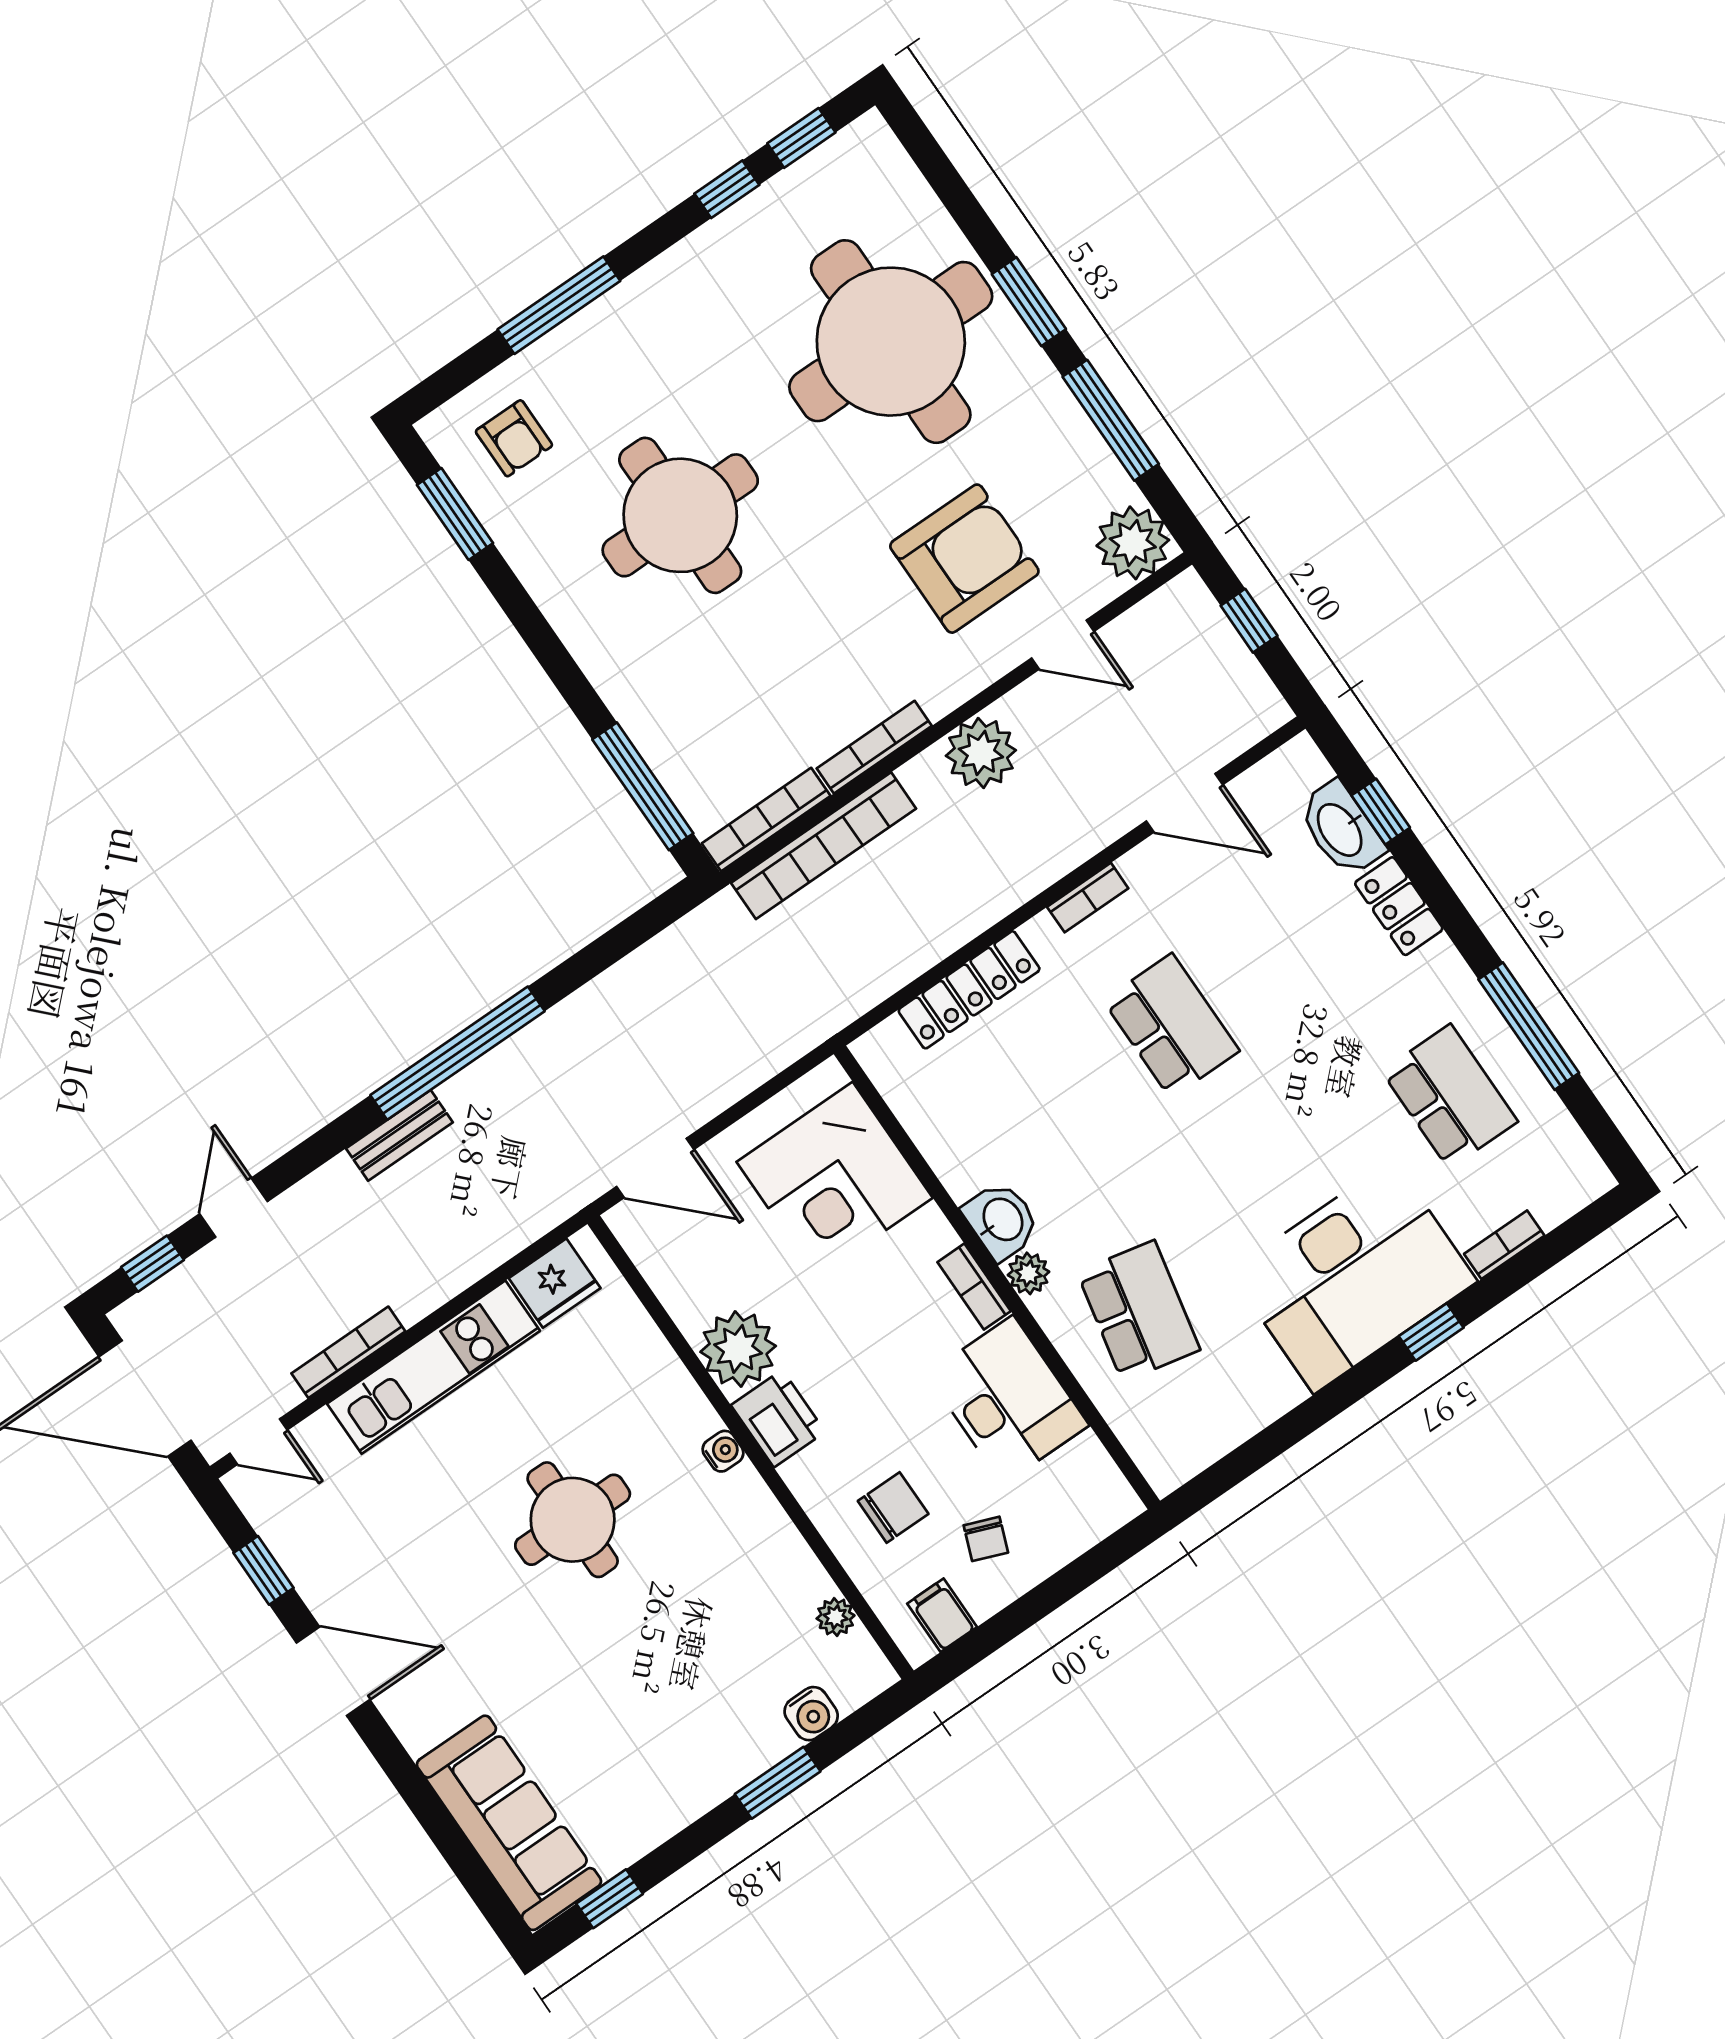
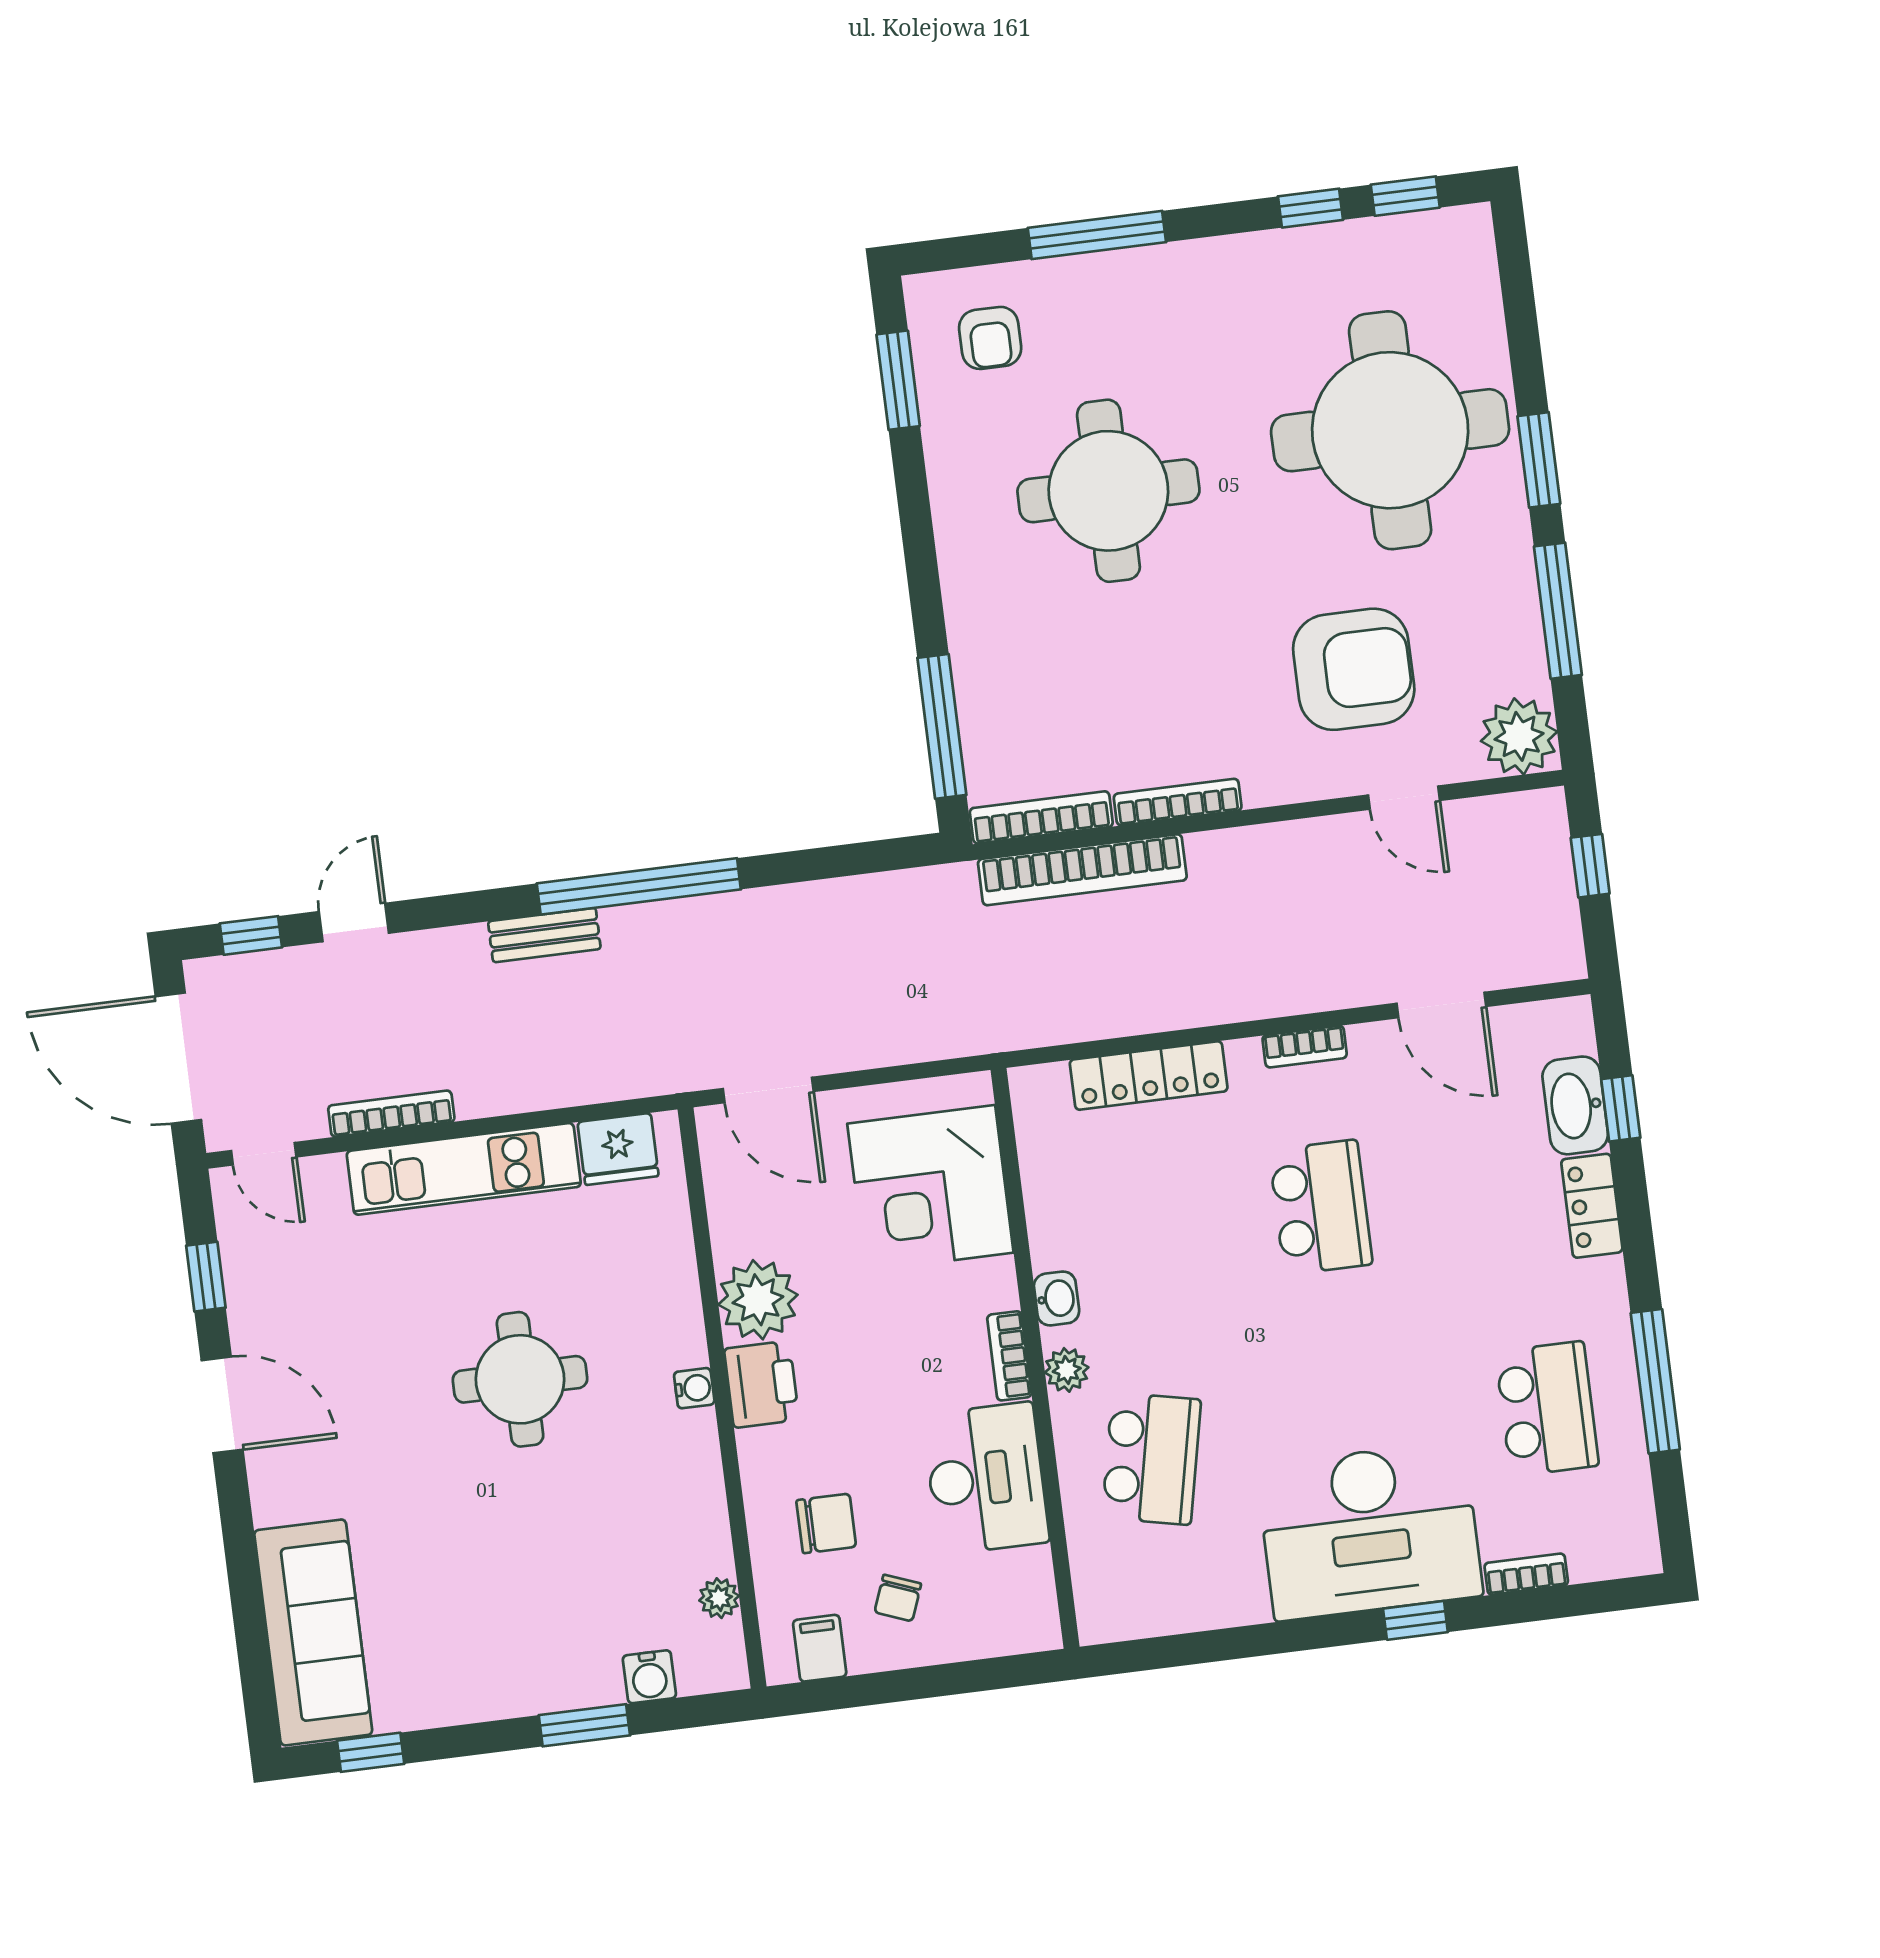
plant: (981, 753) -> (1275, 859), removed
washbasin: (1002, 1220) -> (1057, 1298), width x0.72, depth x0.69

